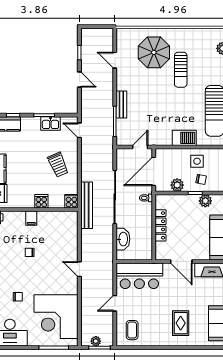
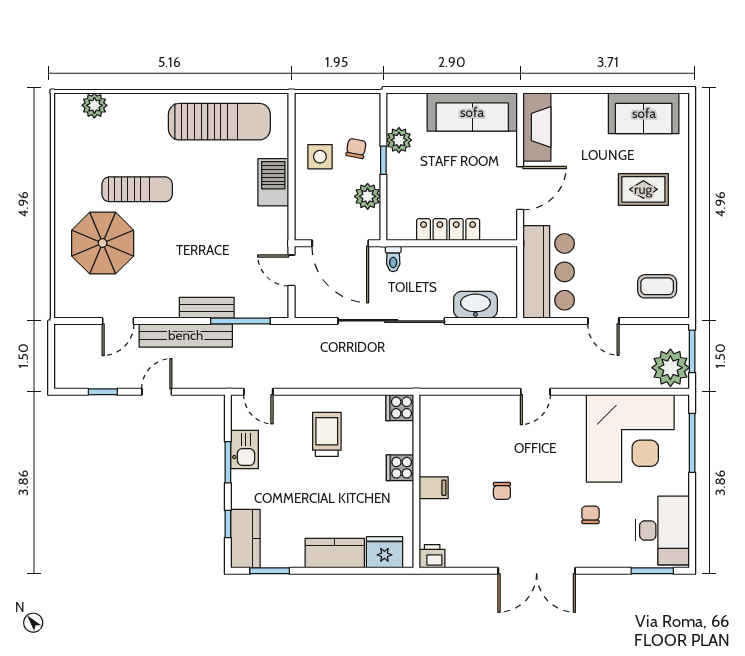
door: (79, 130) -> (258, 392), hinge flipped
trolley: (58, 165) -> (327, 434), turned -67
bench: (87, 205) -> (186, 335), moved
plant: (96, 341) -> (670, 368), width x1.88, depth x1.88

